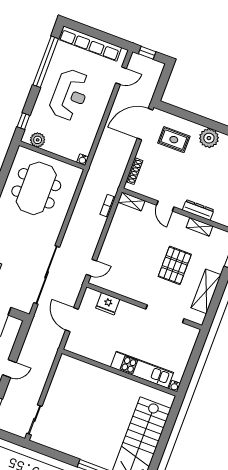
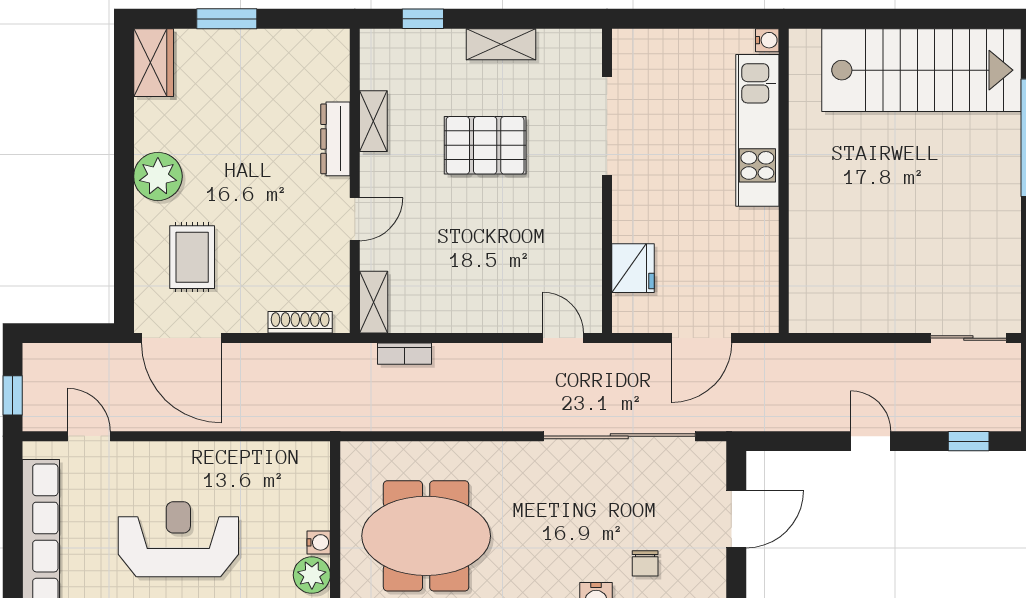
water cooler: (83, 160) -> (319, 542), moved
shelving: (206, 291) -> (501, 44), width x0.67, depth x0.75

